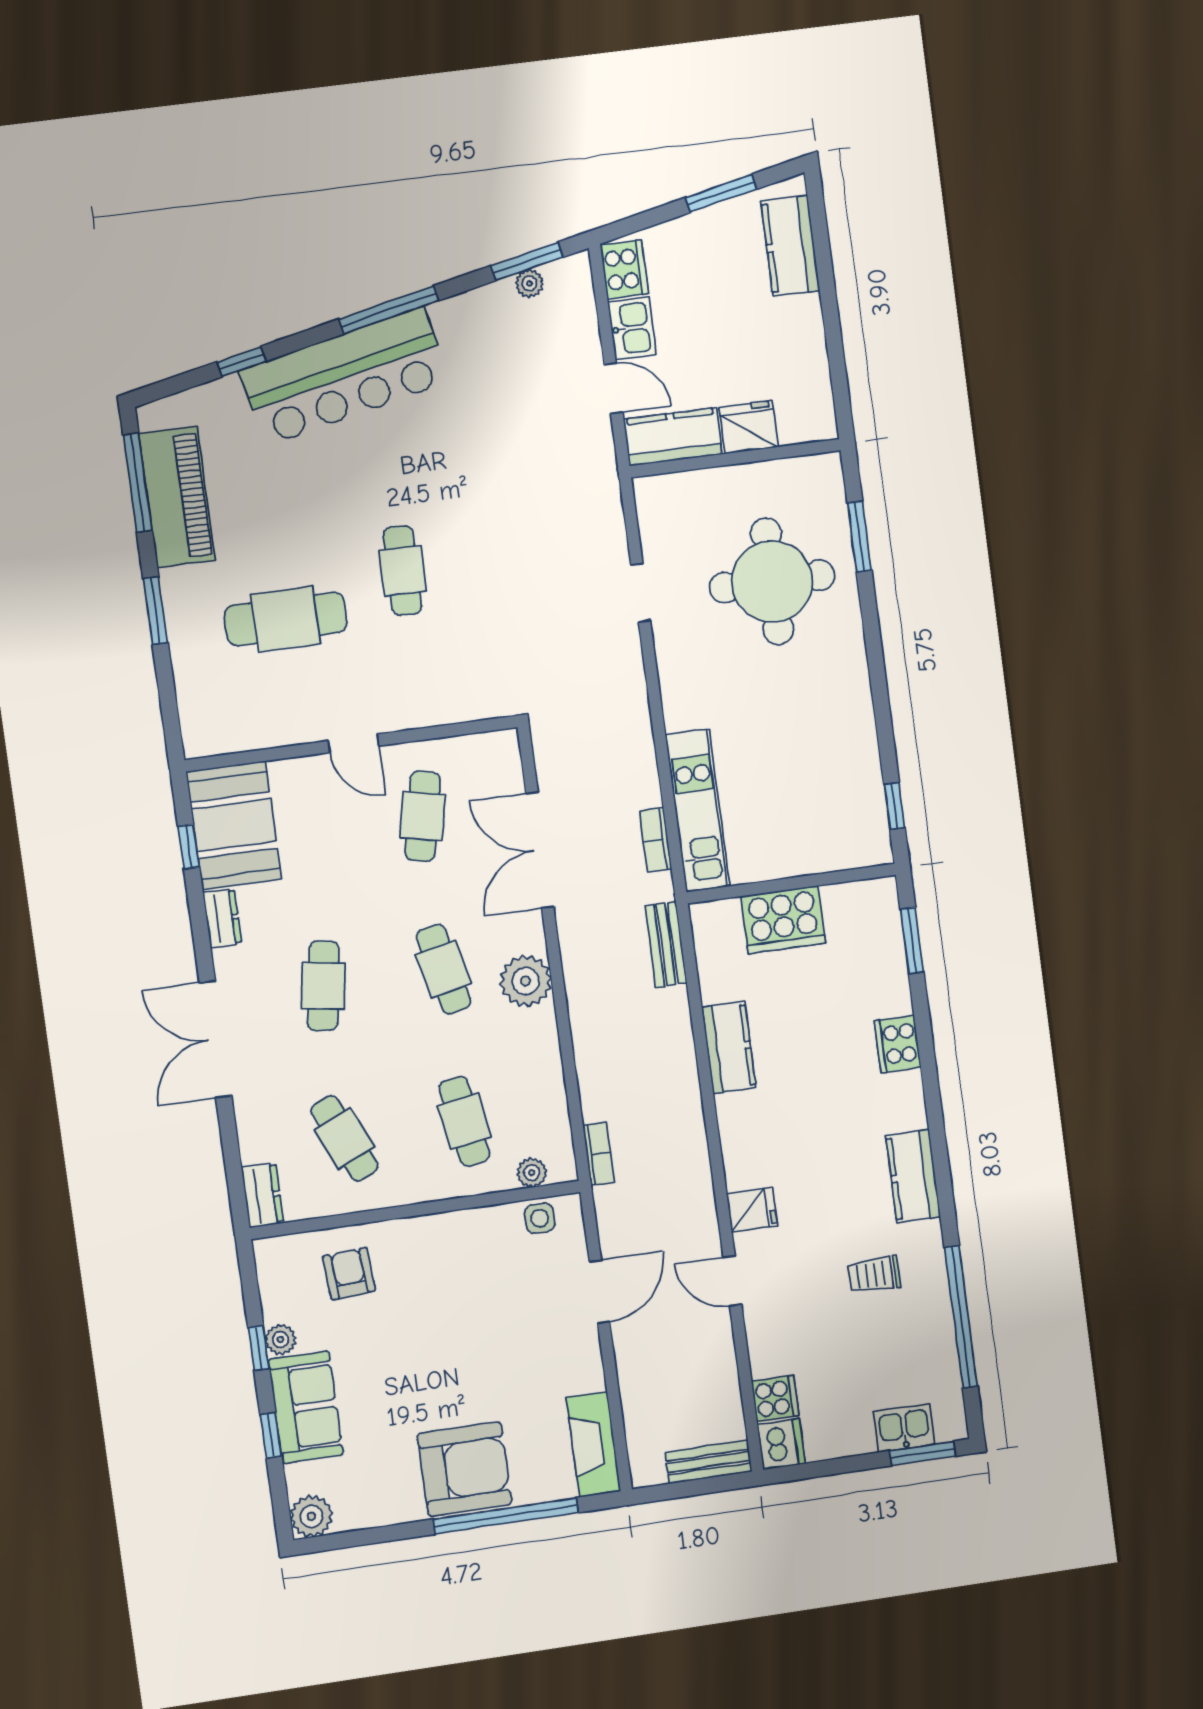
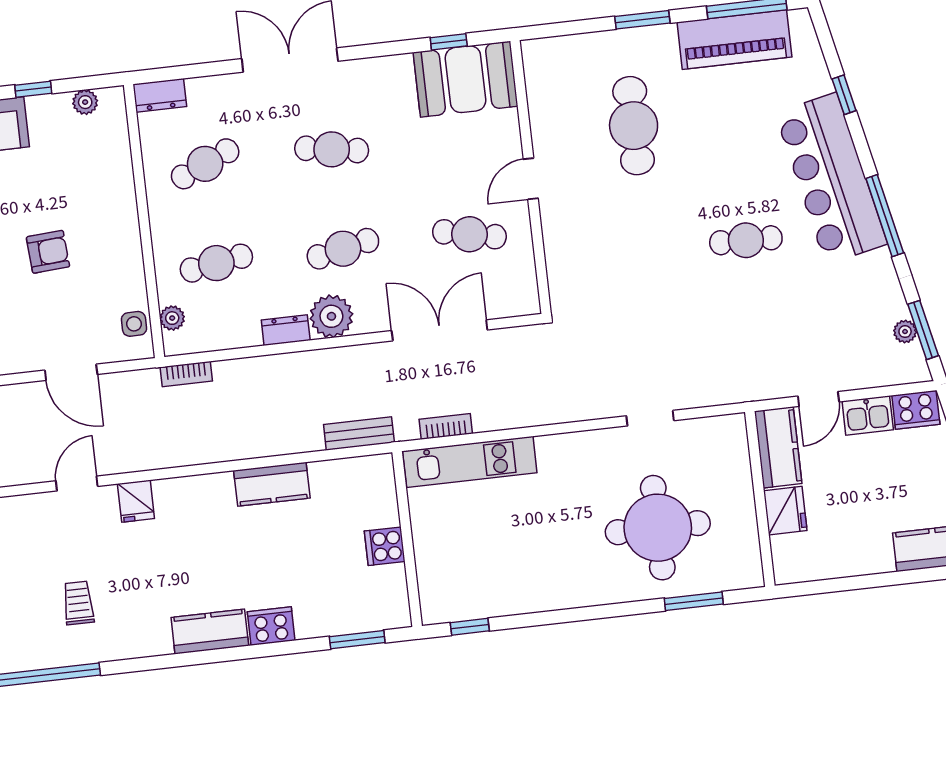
cafe table: (403, 571) -> (746, 240), moved
dresser: (222, 918) -> (286, 330), moved, turned 180
cooker: (783, 920) -> (385, 546), width x0.53, depth x0.76
kitchen counter: (913, 1176) -> (210, 632), moved
armchair: (349, 1274) -> (48, 252), moved
plant: (280, 1339) -> (85, 102), moved

